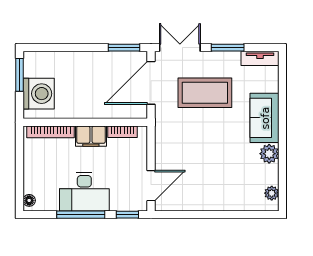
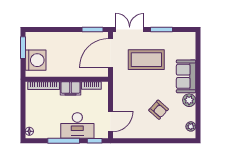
tv unit: (260, 58) -> (183, 37), removed
armchair: (223, 168) -> (159, 110), added
desk: (84, 192) -> (77, 125), moved

